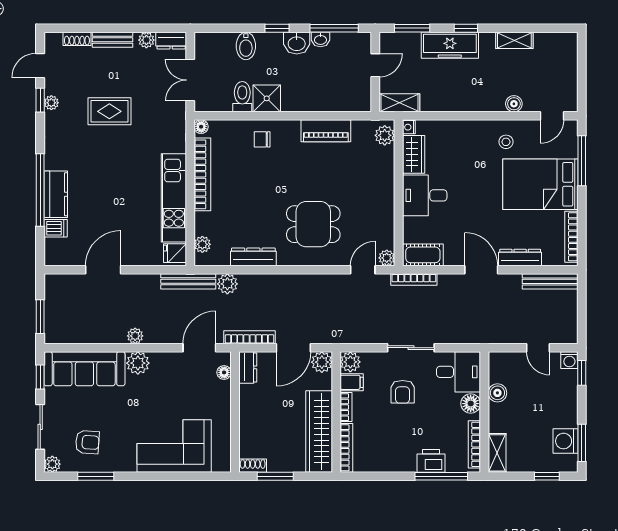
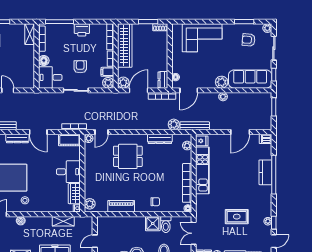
double door: (190, 80) -> (194, 233), swing flipped
shelving: (399, 103) -> (63, 221), moved
dishwasher: (56, 228) -> (266, 139), moved
boiler: (497, 393) -> (29, 66), removed
printer: (431, 461) -> (82, 30), moved

